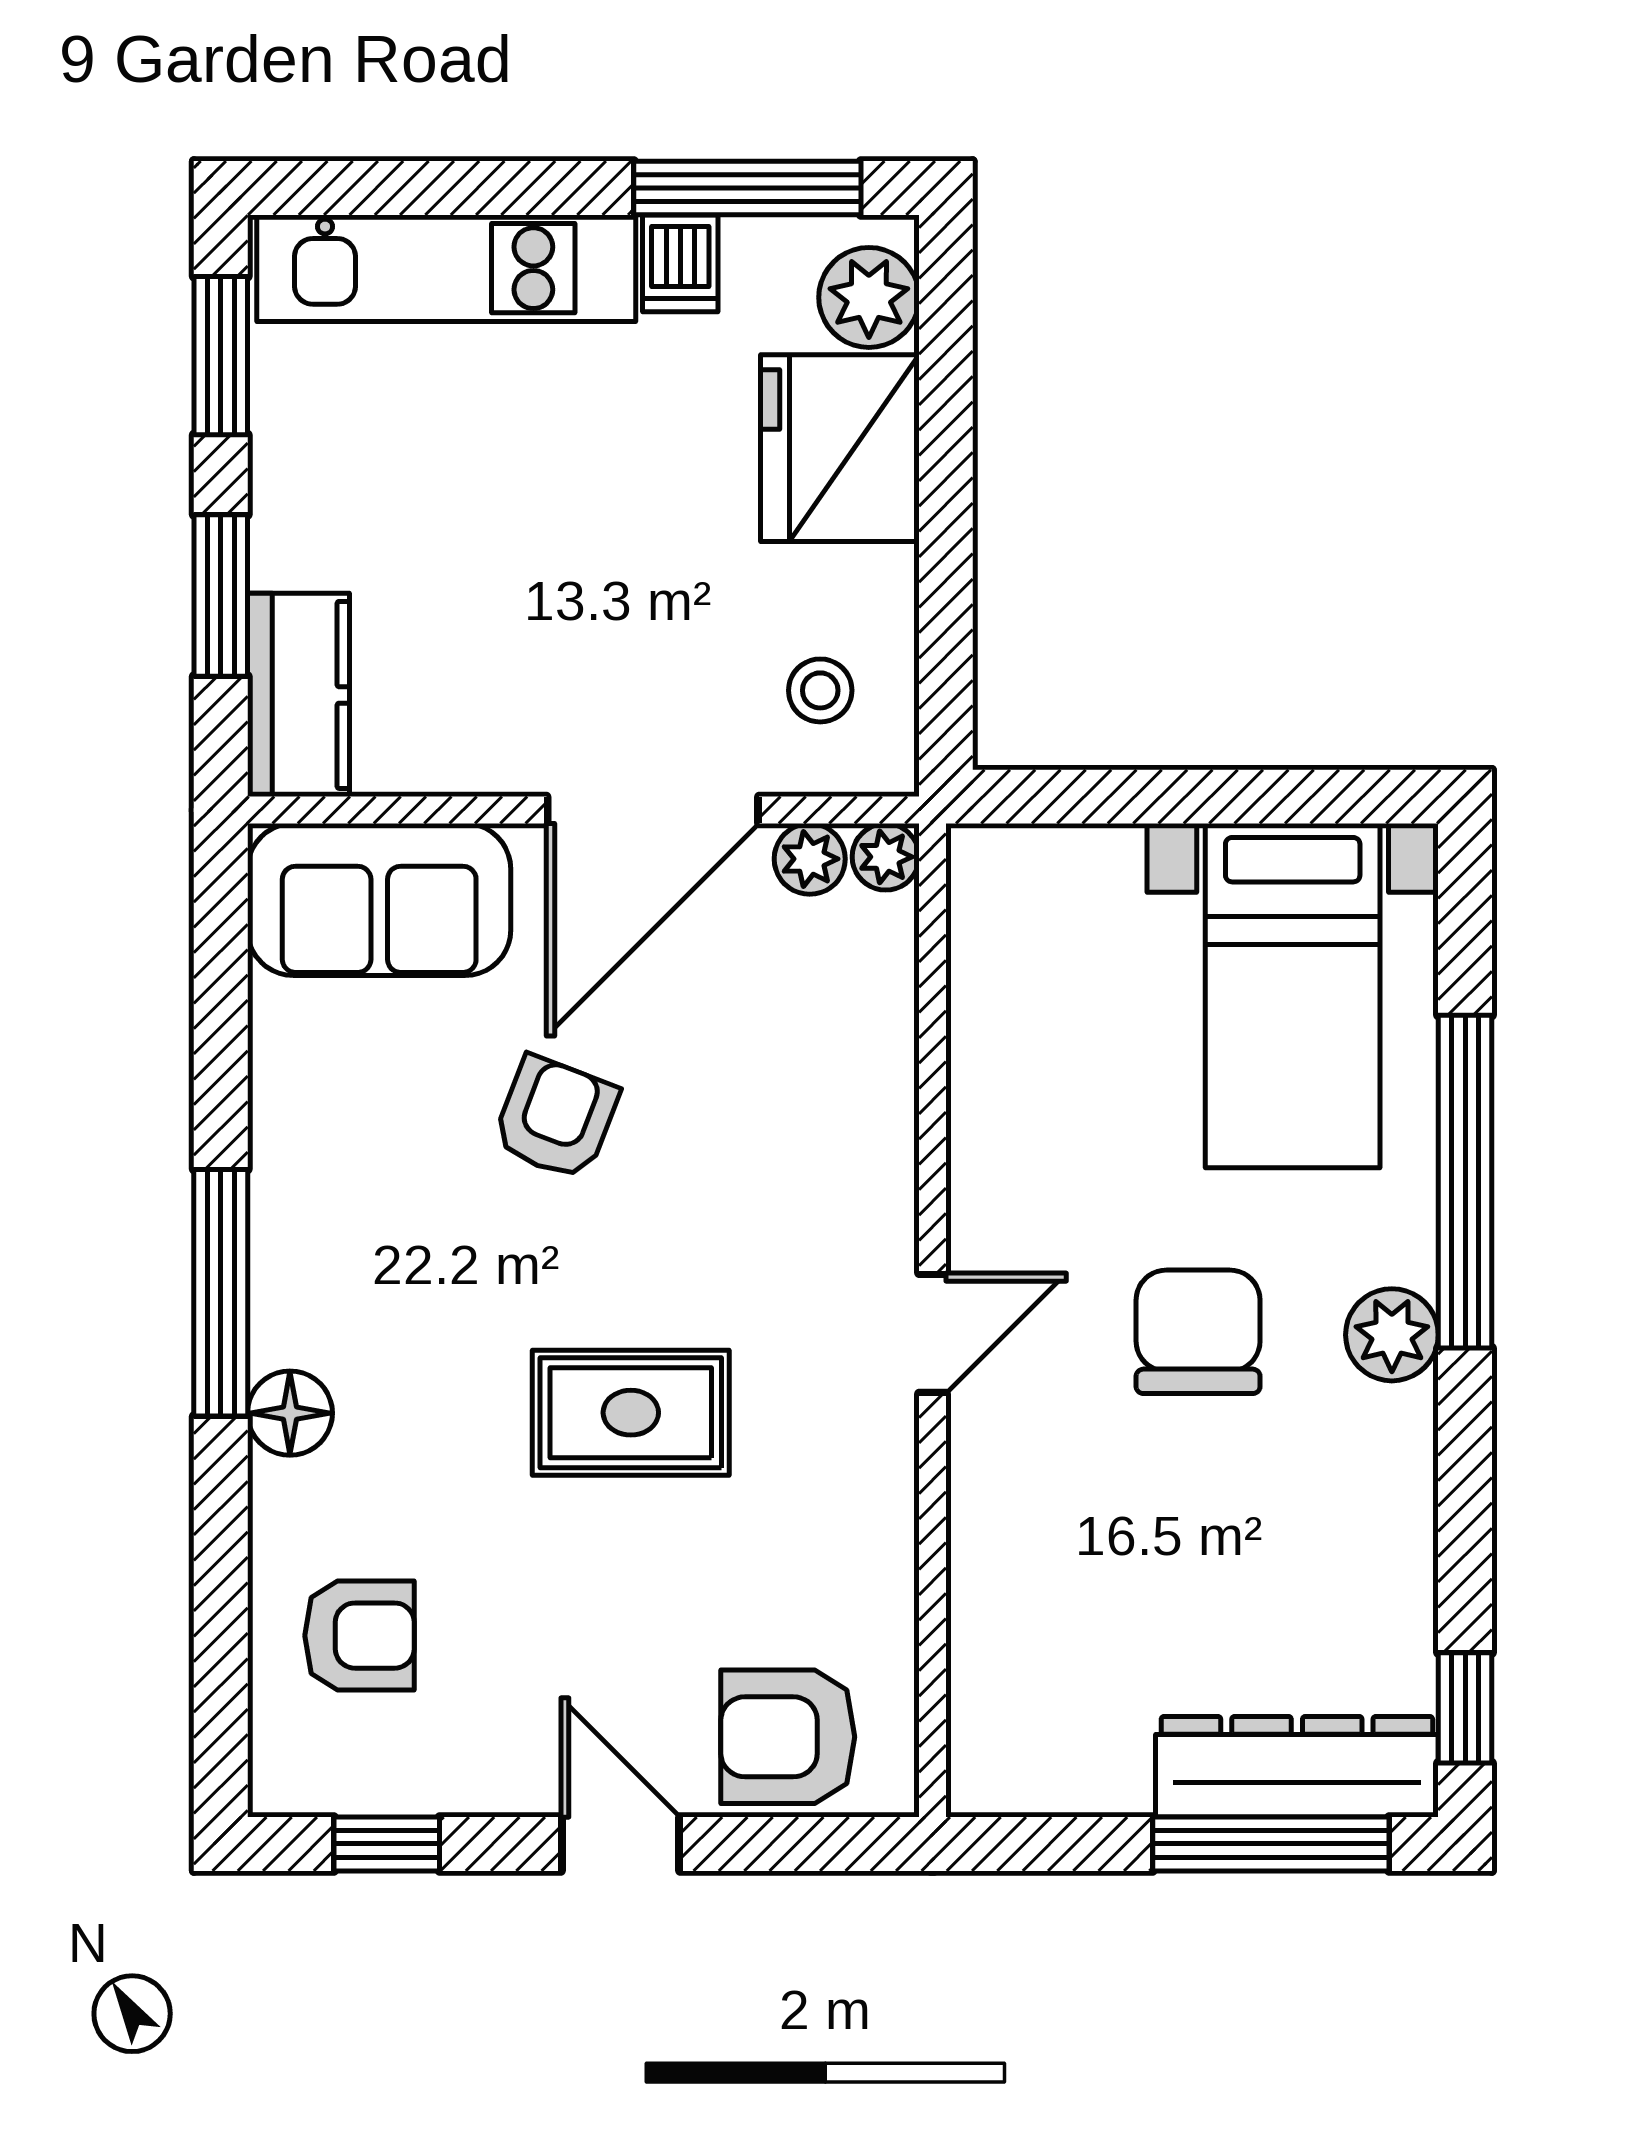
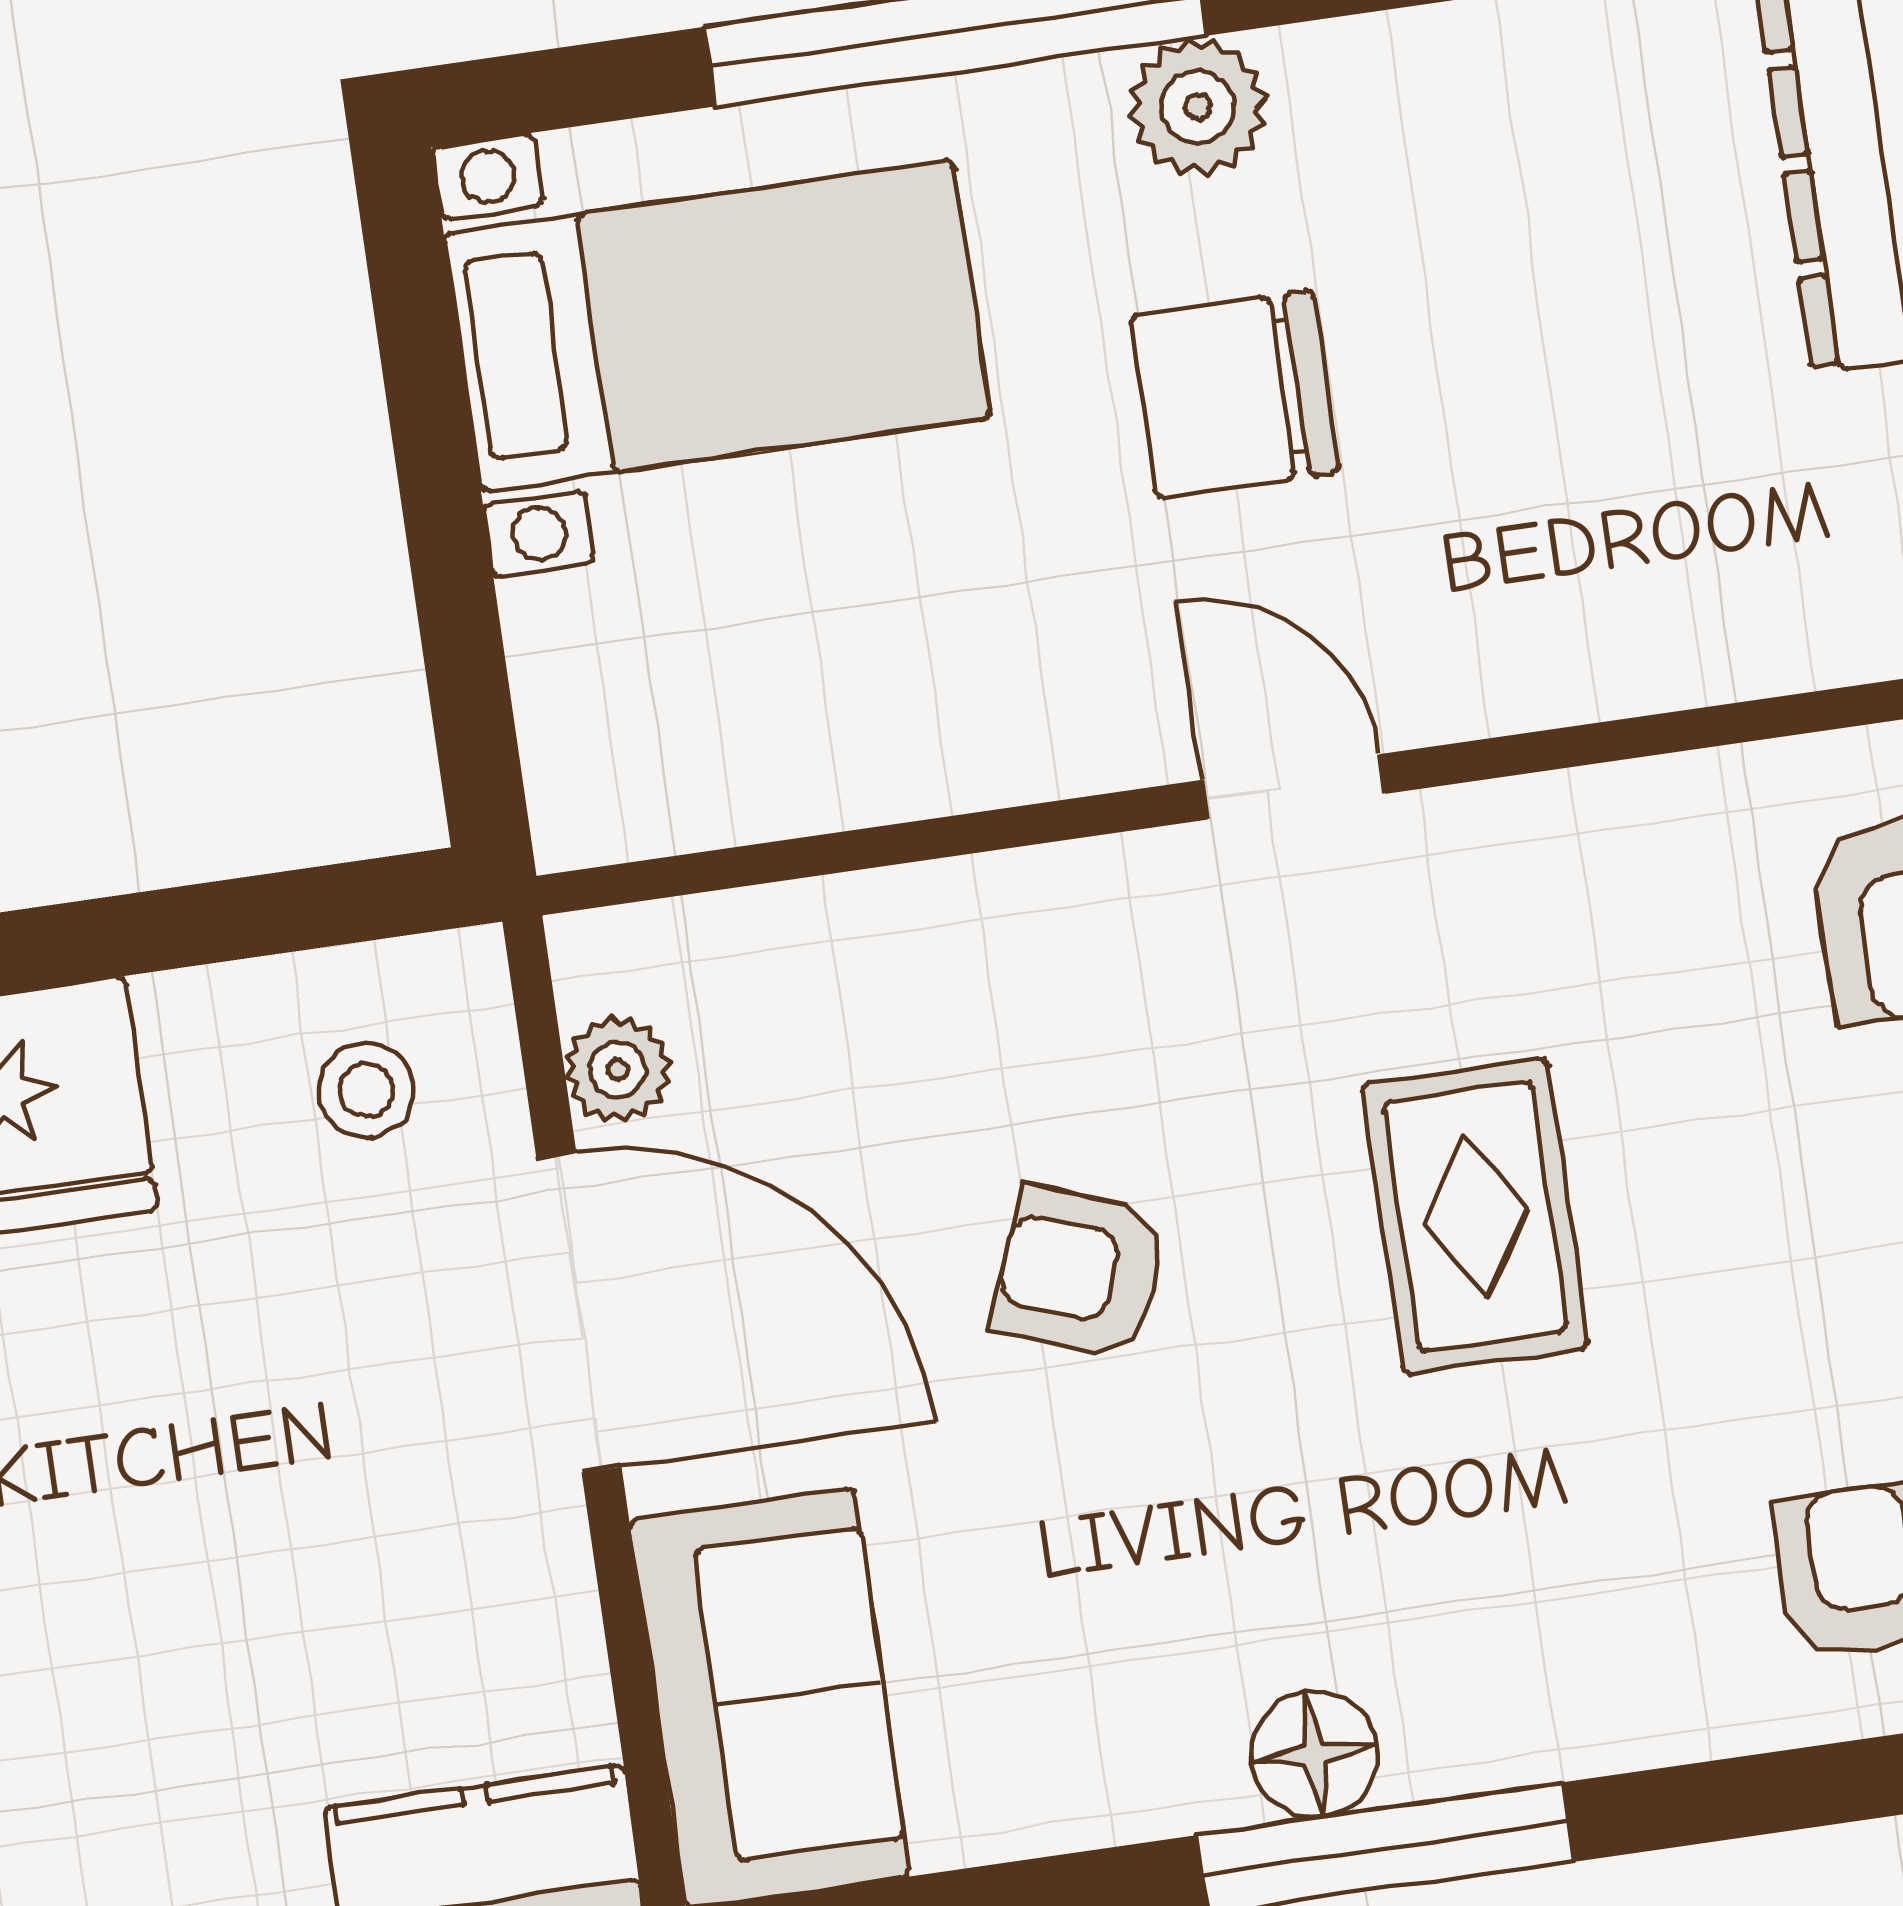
plant: (886, 857) -> (598, 958), removed
armchair: (556, 1118) -> (1080, 1272), moved
floor lamp: (290, 1413) -> (1315, 1754), moved

